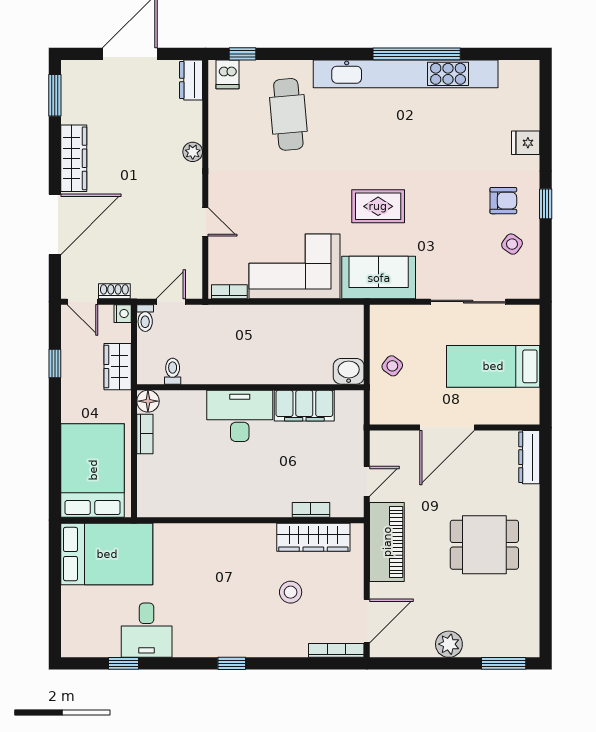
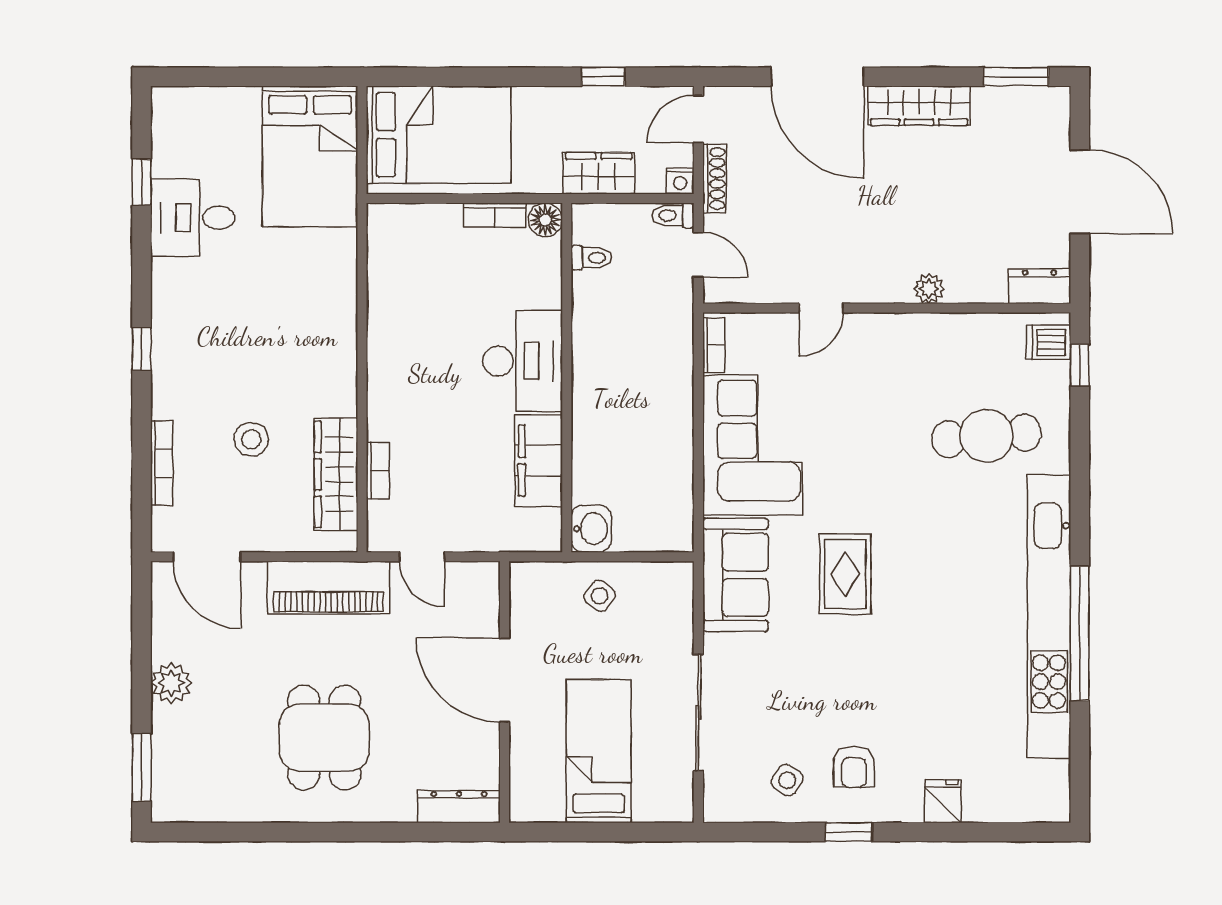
shoe rack: (114, 291) -> (714, 179), width x1.43
bookcase: (336, 650) -> (162, 463), moved

